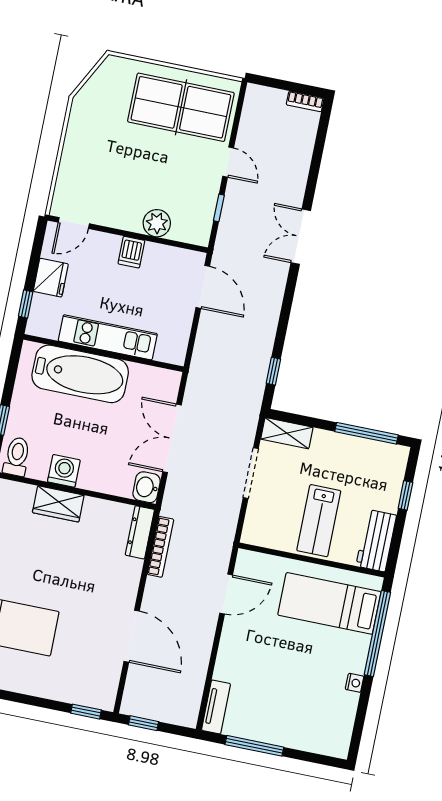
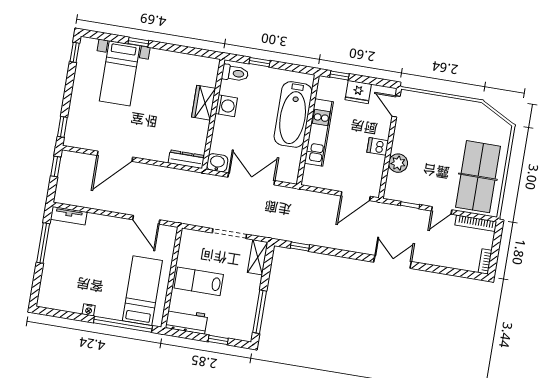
bookcase: (160, 547) -> (476, 223), moved

